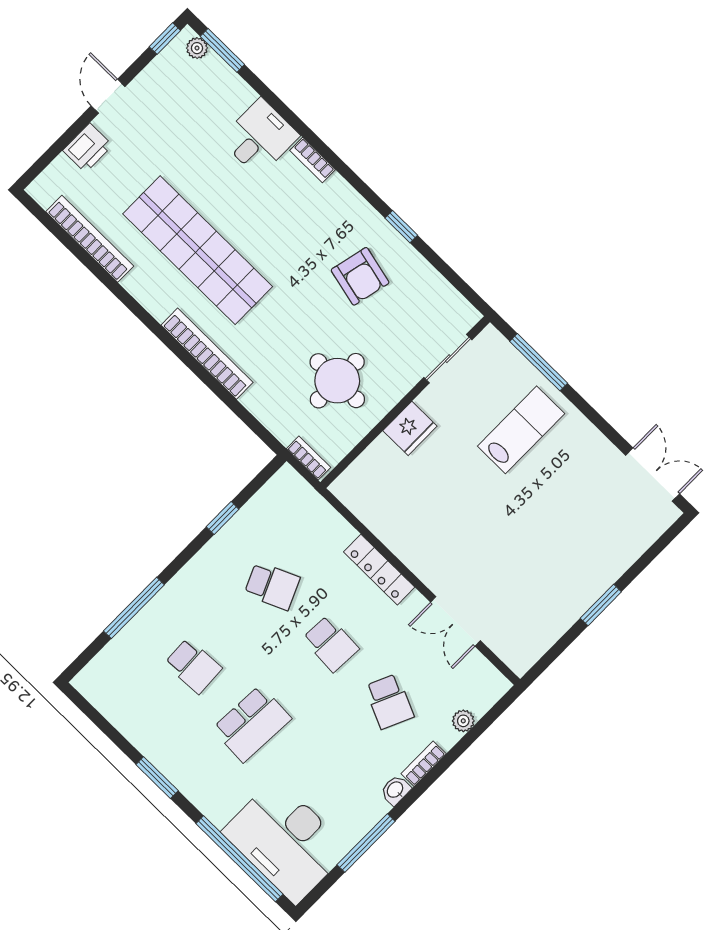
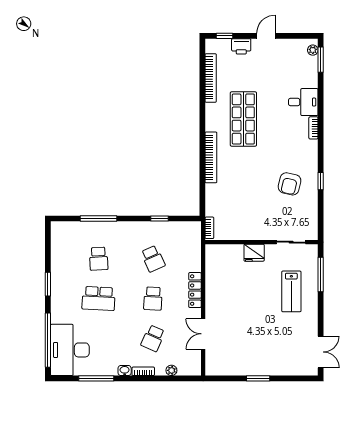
window: (165, 39) -> (225, 36), moved
shop shelf: (198, 250) -> (243, 119), width x0.71
round table: (337, 381) -> (246, 211), removed
lab bench: (521, 430) -> (291, 291), turned 90

